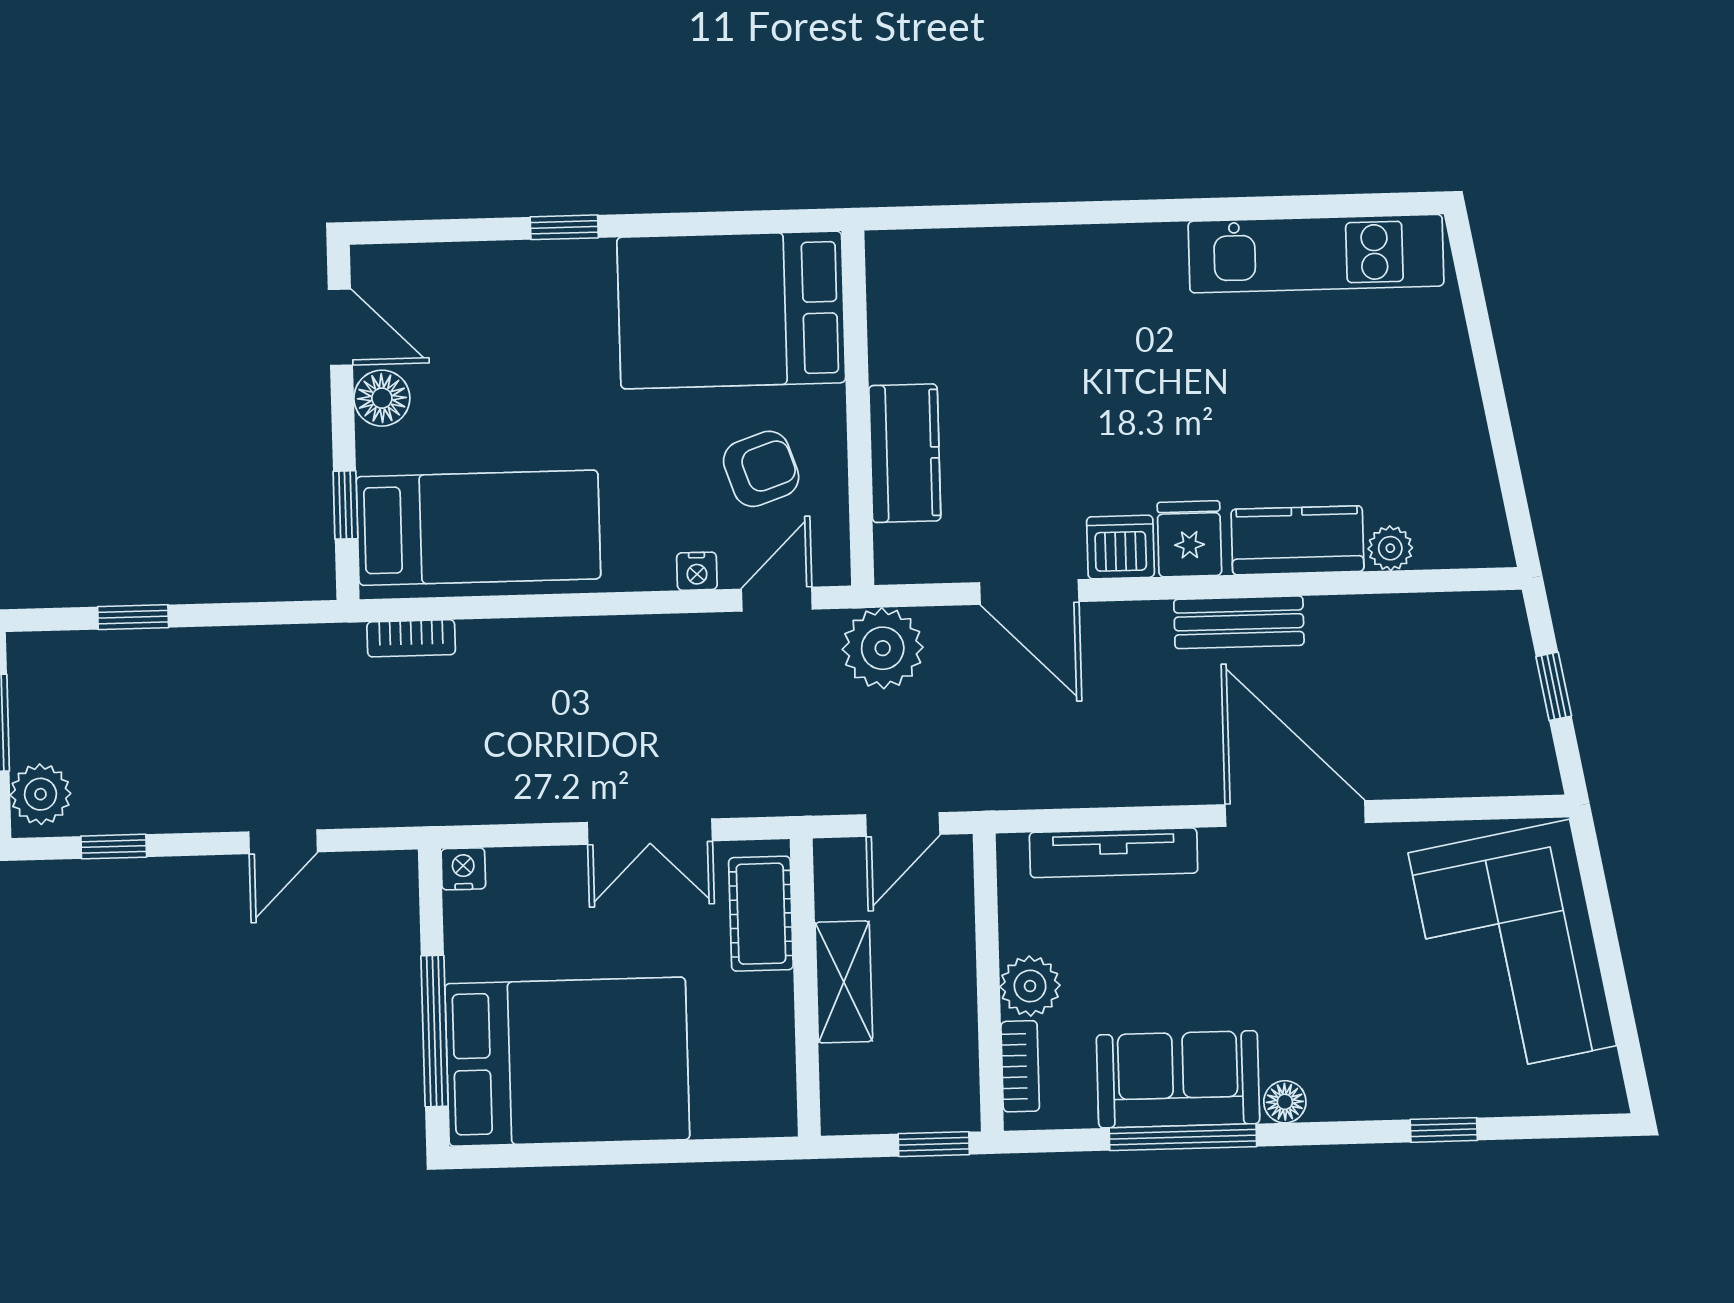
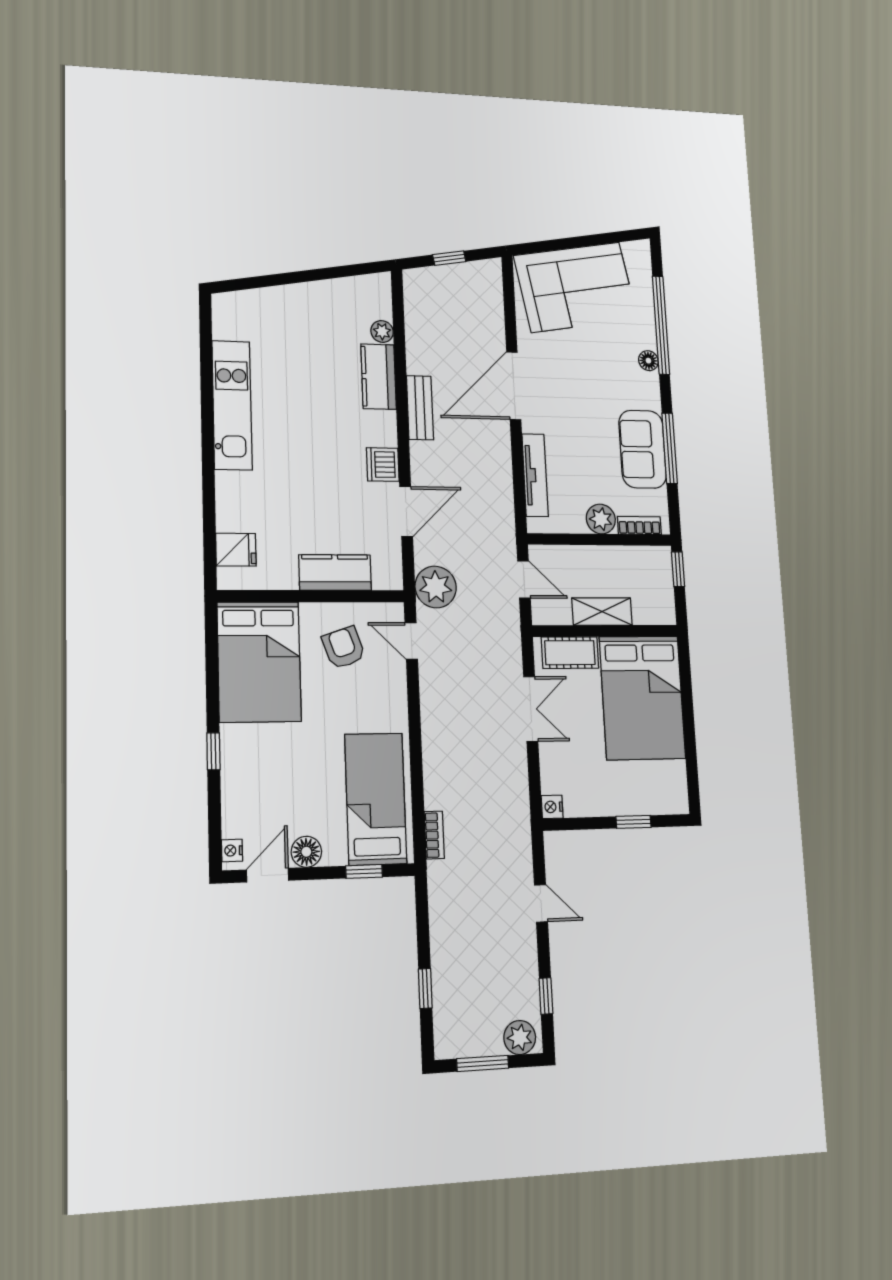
kitchen unit: (1316, 254) -> (232, 405), moved
fridge: (1189, 539) -> (236, 550), moved, turned 180
nightstand: (697, 571) -> (232, 851), moved, turned 180
window: (435, 1031) -> (634, 822), width x0.46
bed: (567, 1062) -> (642, 697), moved, turned 180
floor lamp: (1285, 1102) -> (648, 361), moved
window: (1444, 1130) -> (661, 325), width x3.17

